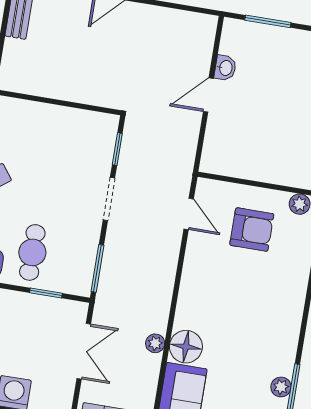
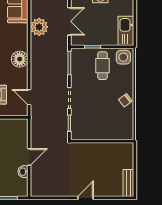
plant: (155, 343) -> (39, 27), width x1.87, depth x1.87
floor lamp: (186, 347) -> (20, 59), moved
double door: (84, 351) -> (69, 21), swing flipped

